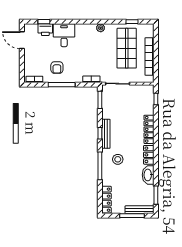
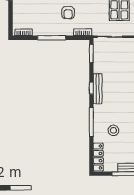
armchair: (57, 68) -> (68, 13), moved
stool: (118, 159) -> (113, 130), moved

